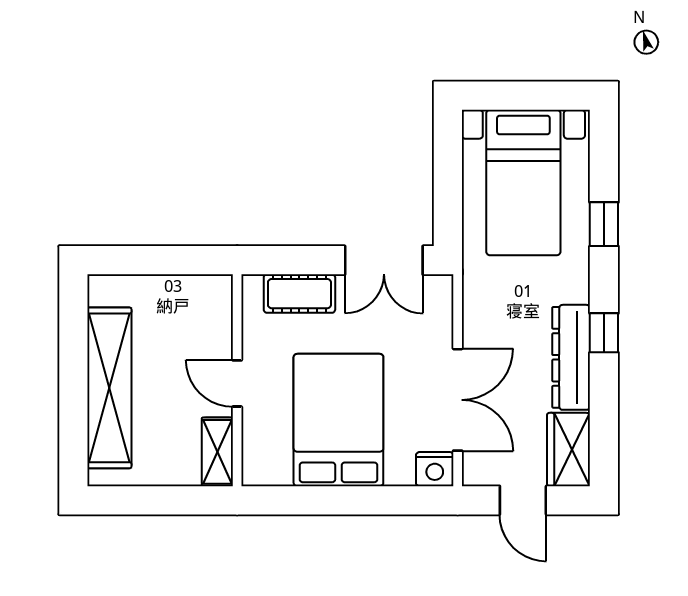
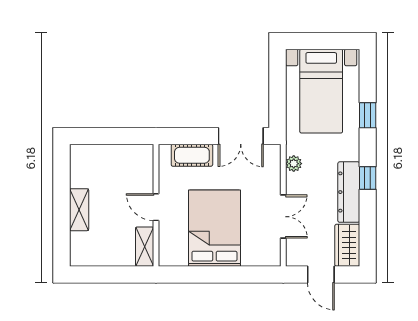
plant: (476, 308) -> (294, 164), added
shelving: (109, 388) -> (79, 210), width x0.45, depth x0.75
double door: (458, 400) -> (283, 217), width x0.73
nightstand: (435, 469) -> (270, 257), removed

